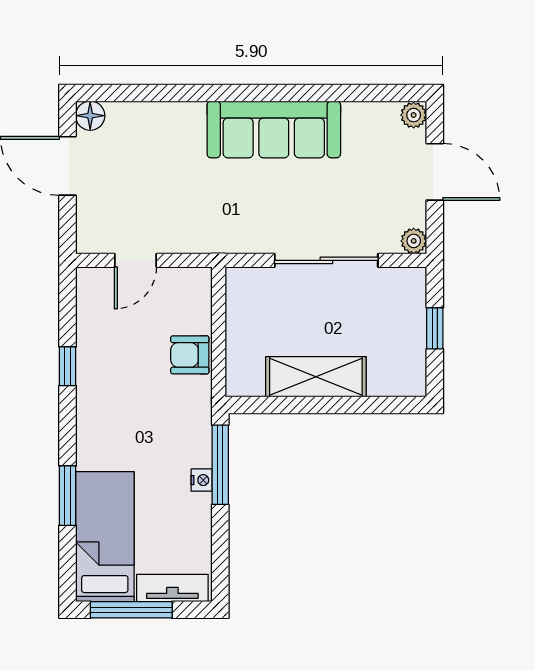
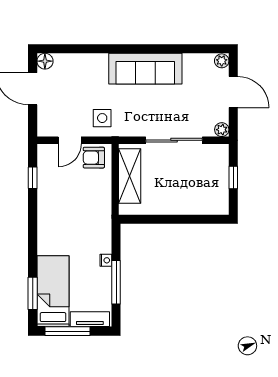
side table: (195, 220) -> (102, 118), added
armchair: (190, 355) -> (94, 158), moved
window: (67, 366) -> (33, 178), moved
shelving: (316, 377) -> (130, 176), moved, turned 90
window: (220, 465) -> (116, 282), moved
window: (67, 496) -> (33, 293), moved

